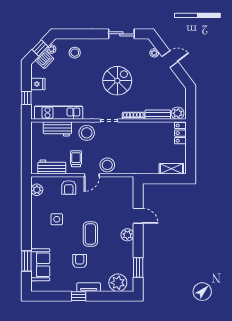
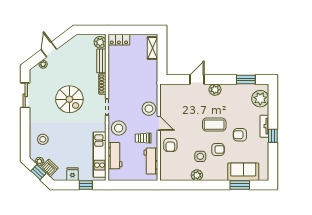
spiral stairs: (117, 81) -> (69, 99), turned 180
armchair: (69, 188) -> (170, 145), turned 90
plant: (37, 190) -> (197, 175), moved
armchair: (64, 238) -> (218, 149), added

